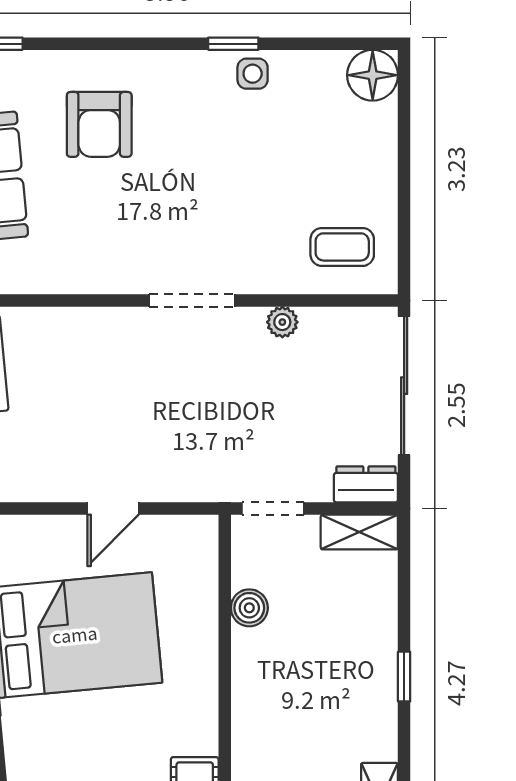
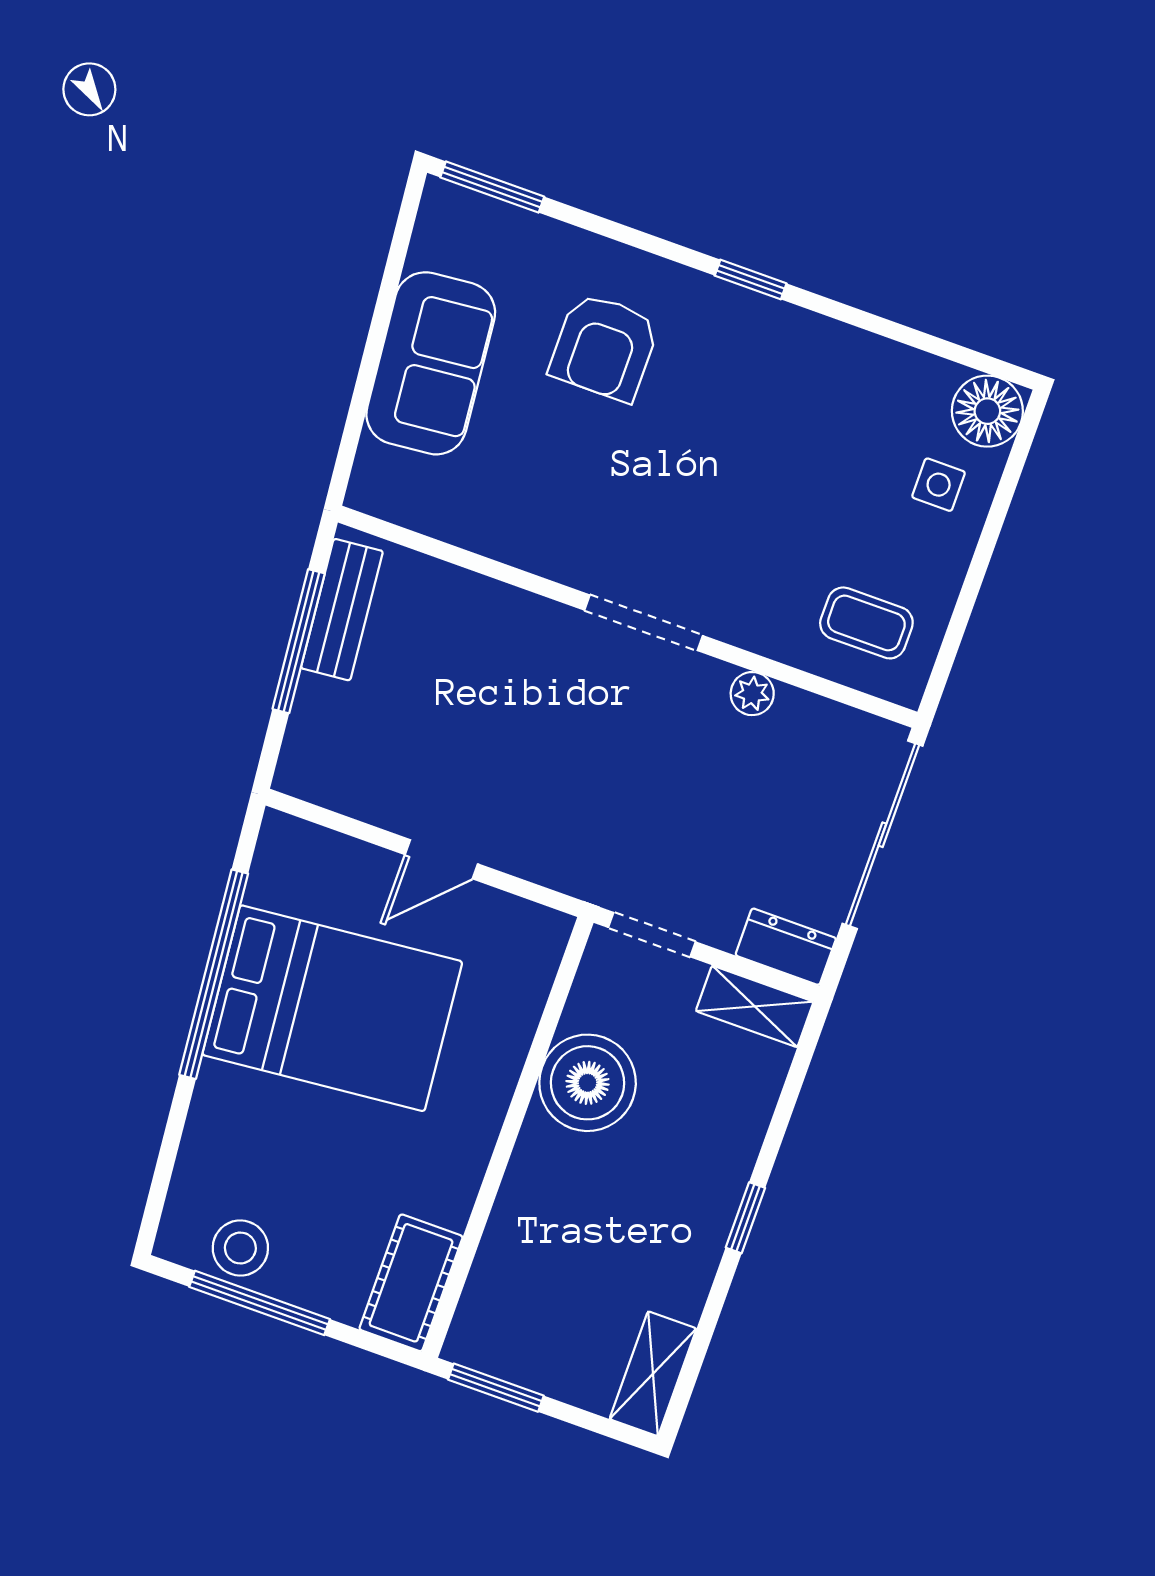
window: (233, 44) -> (751, 279), moved
side table: (253, 74) -> (939, 485), moved
boiler: (249, 608) -> (588, 1083), width x1.86, depth x1.86

